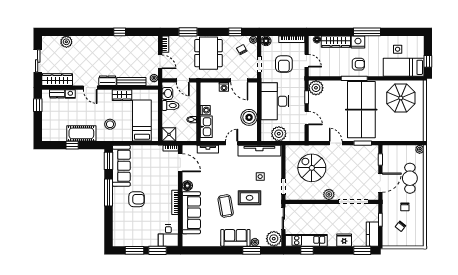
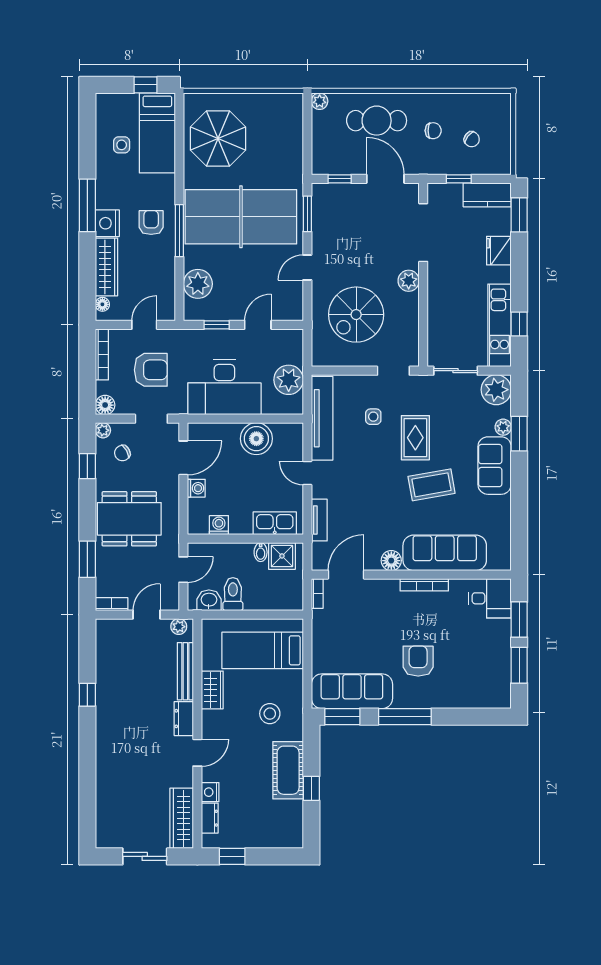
plant: (66, 42) -> (107, 800), removed
plant: (316, 88) -> (198, 284), moved
washing machine: (205, 110) -> (219, 525), moved
shower: (169, 134) -> (282, 556), moved

